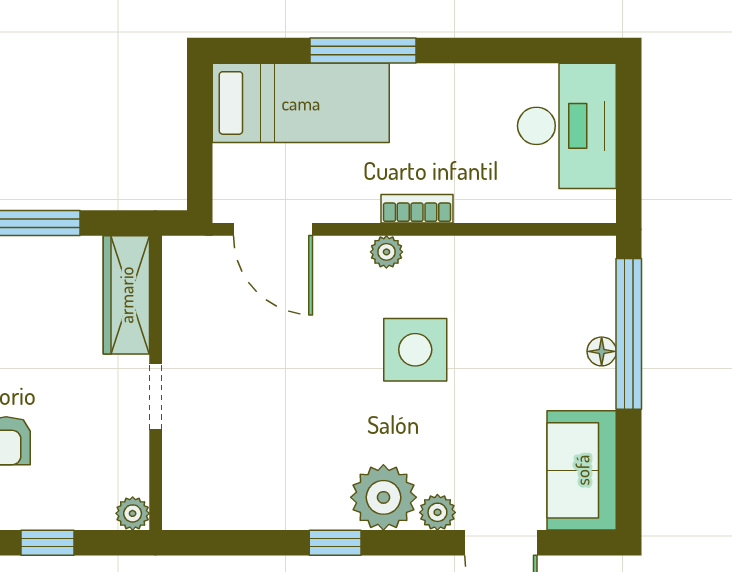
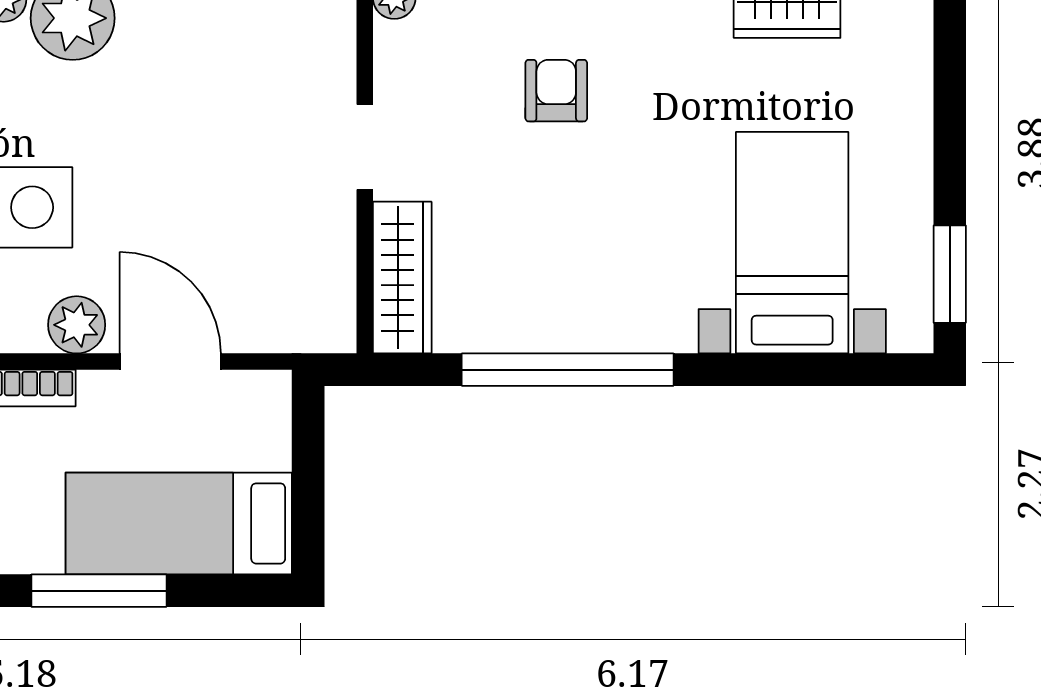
door: (273, 229) -> (170, 361), moved
plant: (386, 252) -> (77, 325), width x1.38, depth x1.38

